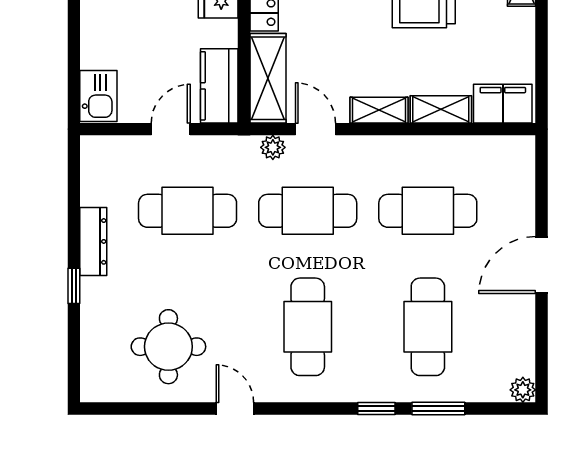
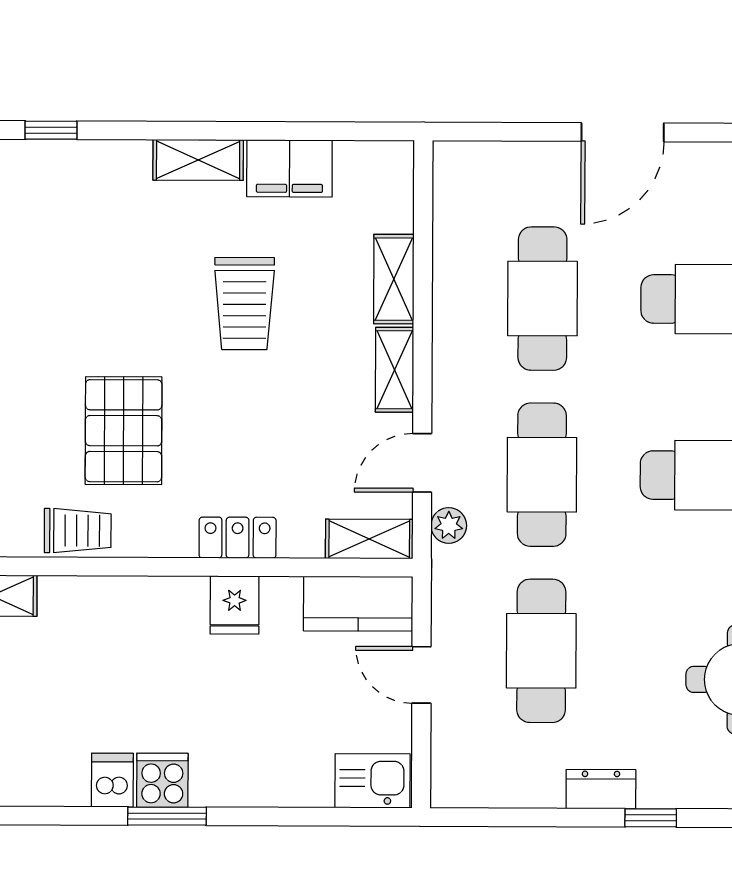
shelving: (268, 78) -> (369, 539), width x0.67, depth x0.75
filing cabinet: (503, 104) -> (289, 168), moved, turned -90
dresser: (93, 241) -> (601, 789), width x0.70
door: (542, 265) -> (623, 132), hinge flipped

